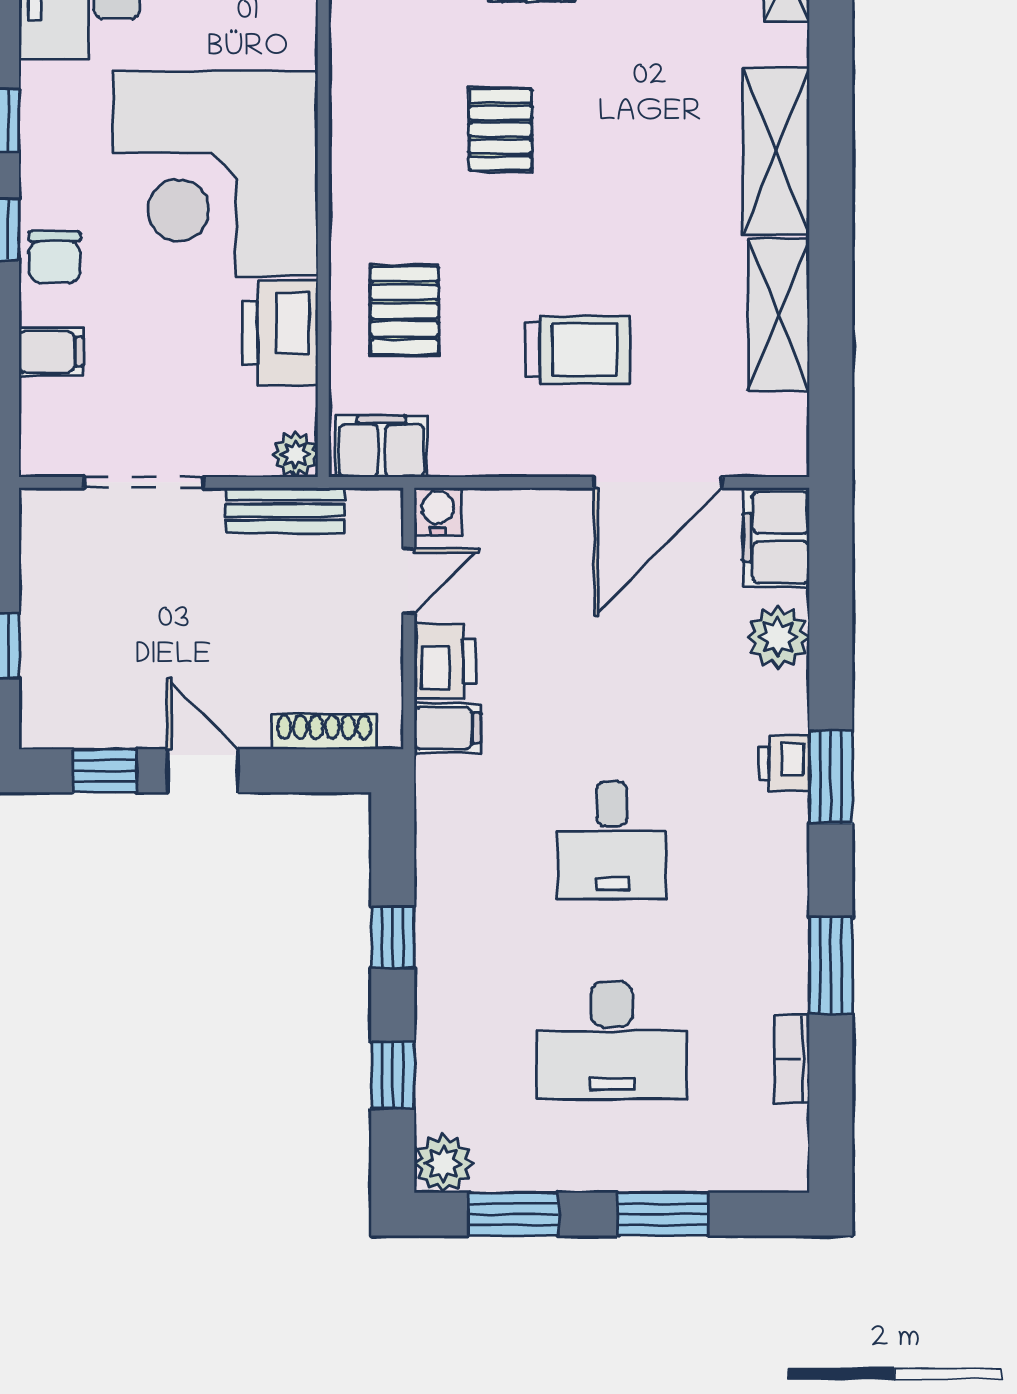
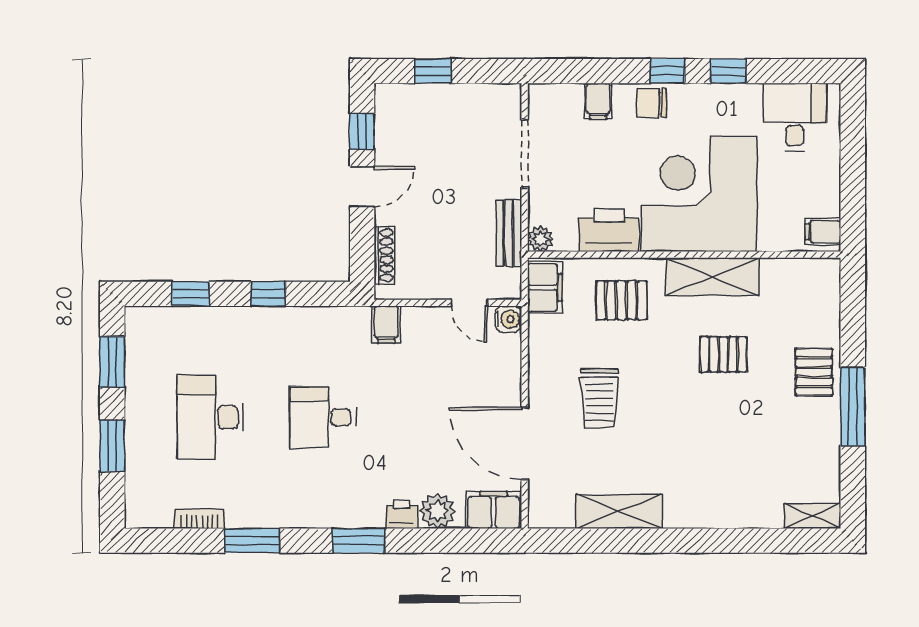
shelving: (776, 151) -> (713, 276), moved
printer: (445, 661) -> (424, 323), removed
printer: (784, 763) -> (402, 514), moved
plant: (443, 1163) -> (141, 322), removed

